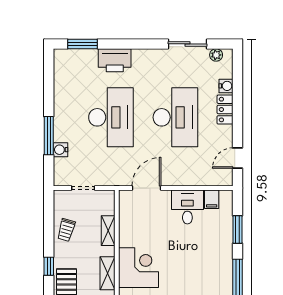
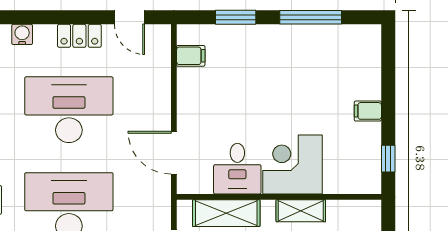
locker: (225, 110) -> (79, 36), moved
desk: (187, 207) -> (237, 169), moved, turned -90
shelving: (108, 231) -> (226, 213), width x1.50, depth x1.33

